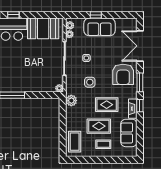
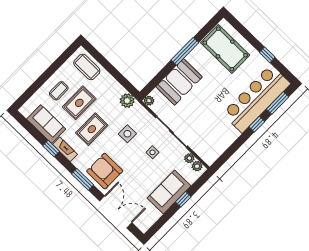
booth: (43, 28) -> (179, 82), moved
window: (140, 106) -> (51, 149), moved

